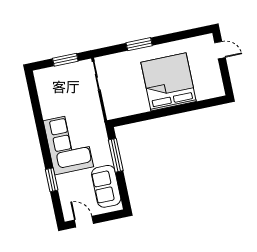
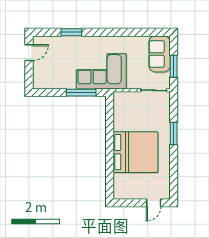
corner sofa: (68, 144) -> (101, 71), moved, turned 180
sofa: (106, 186) -> (160, 54), moved, turned -90

